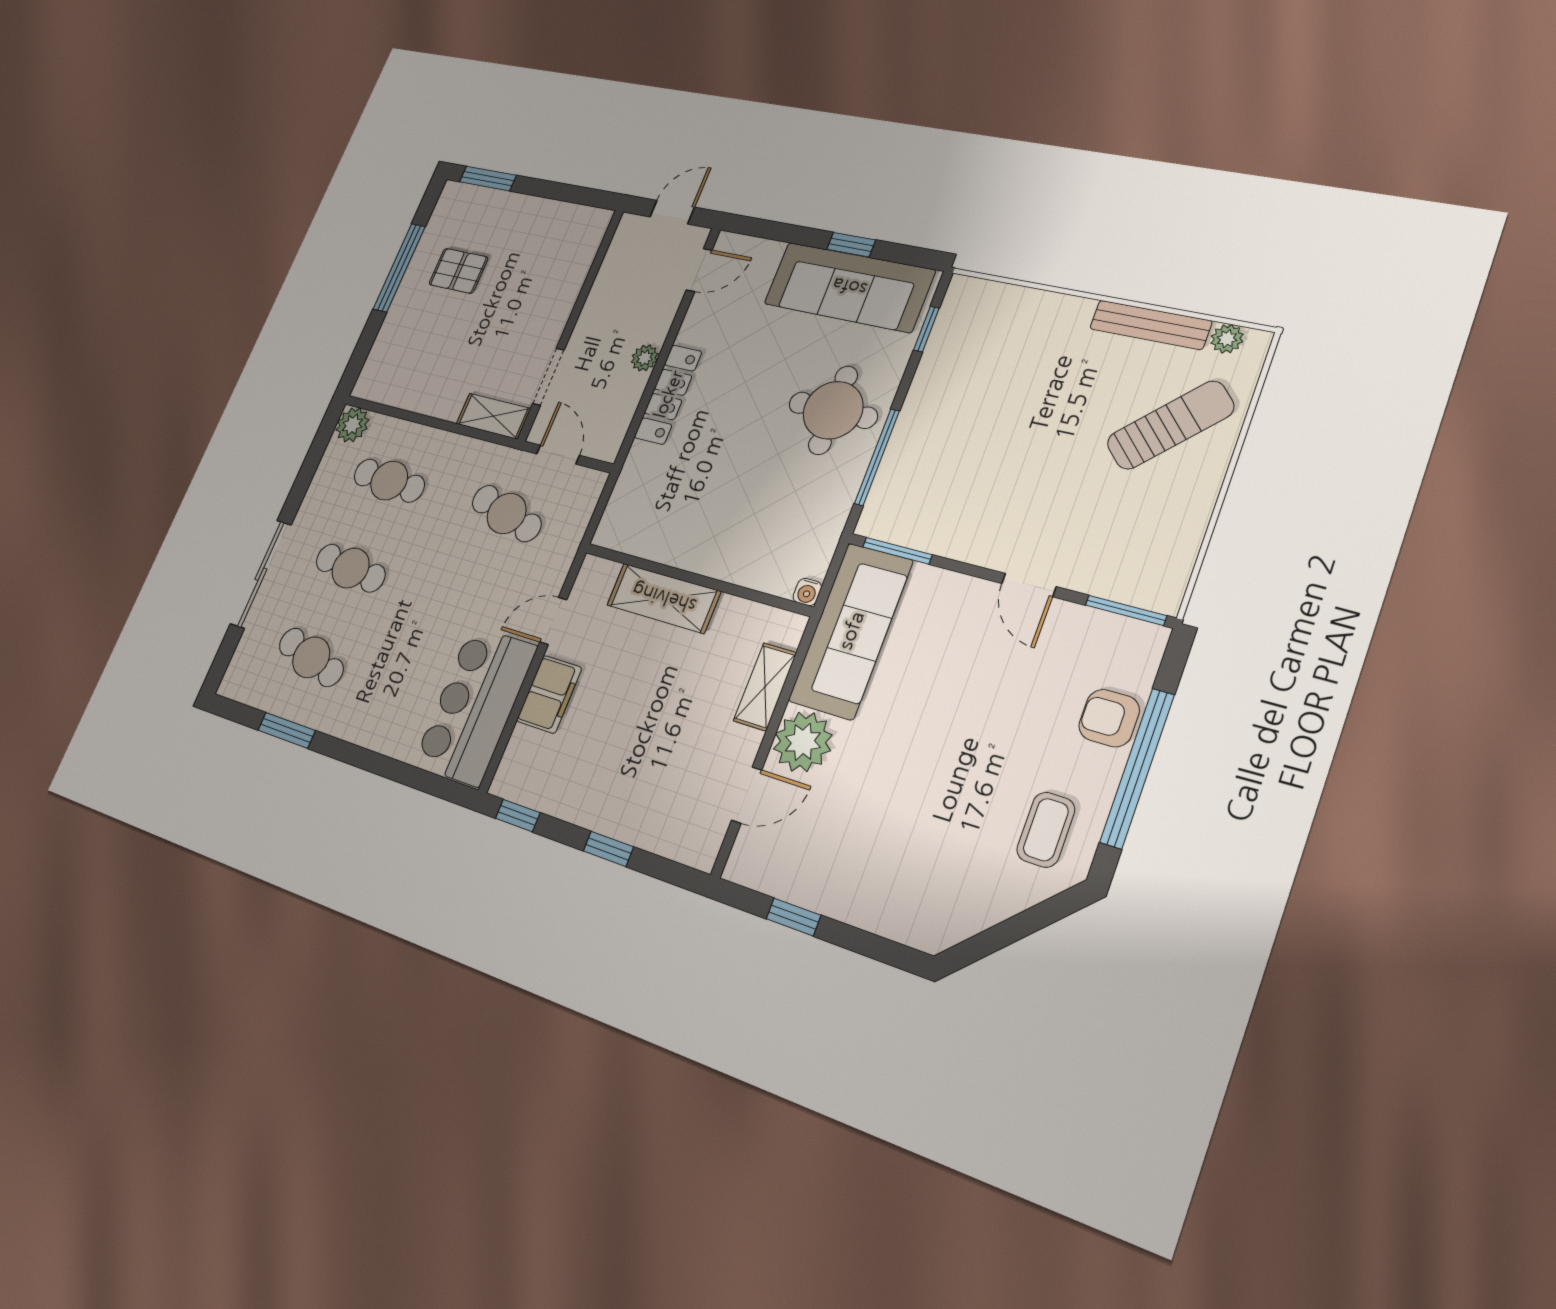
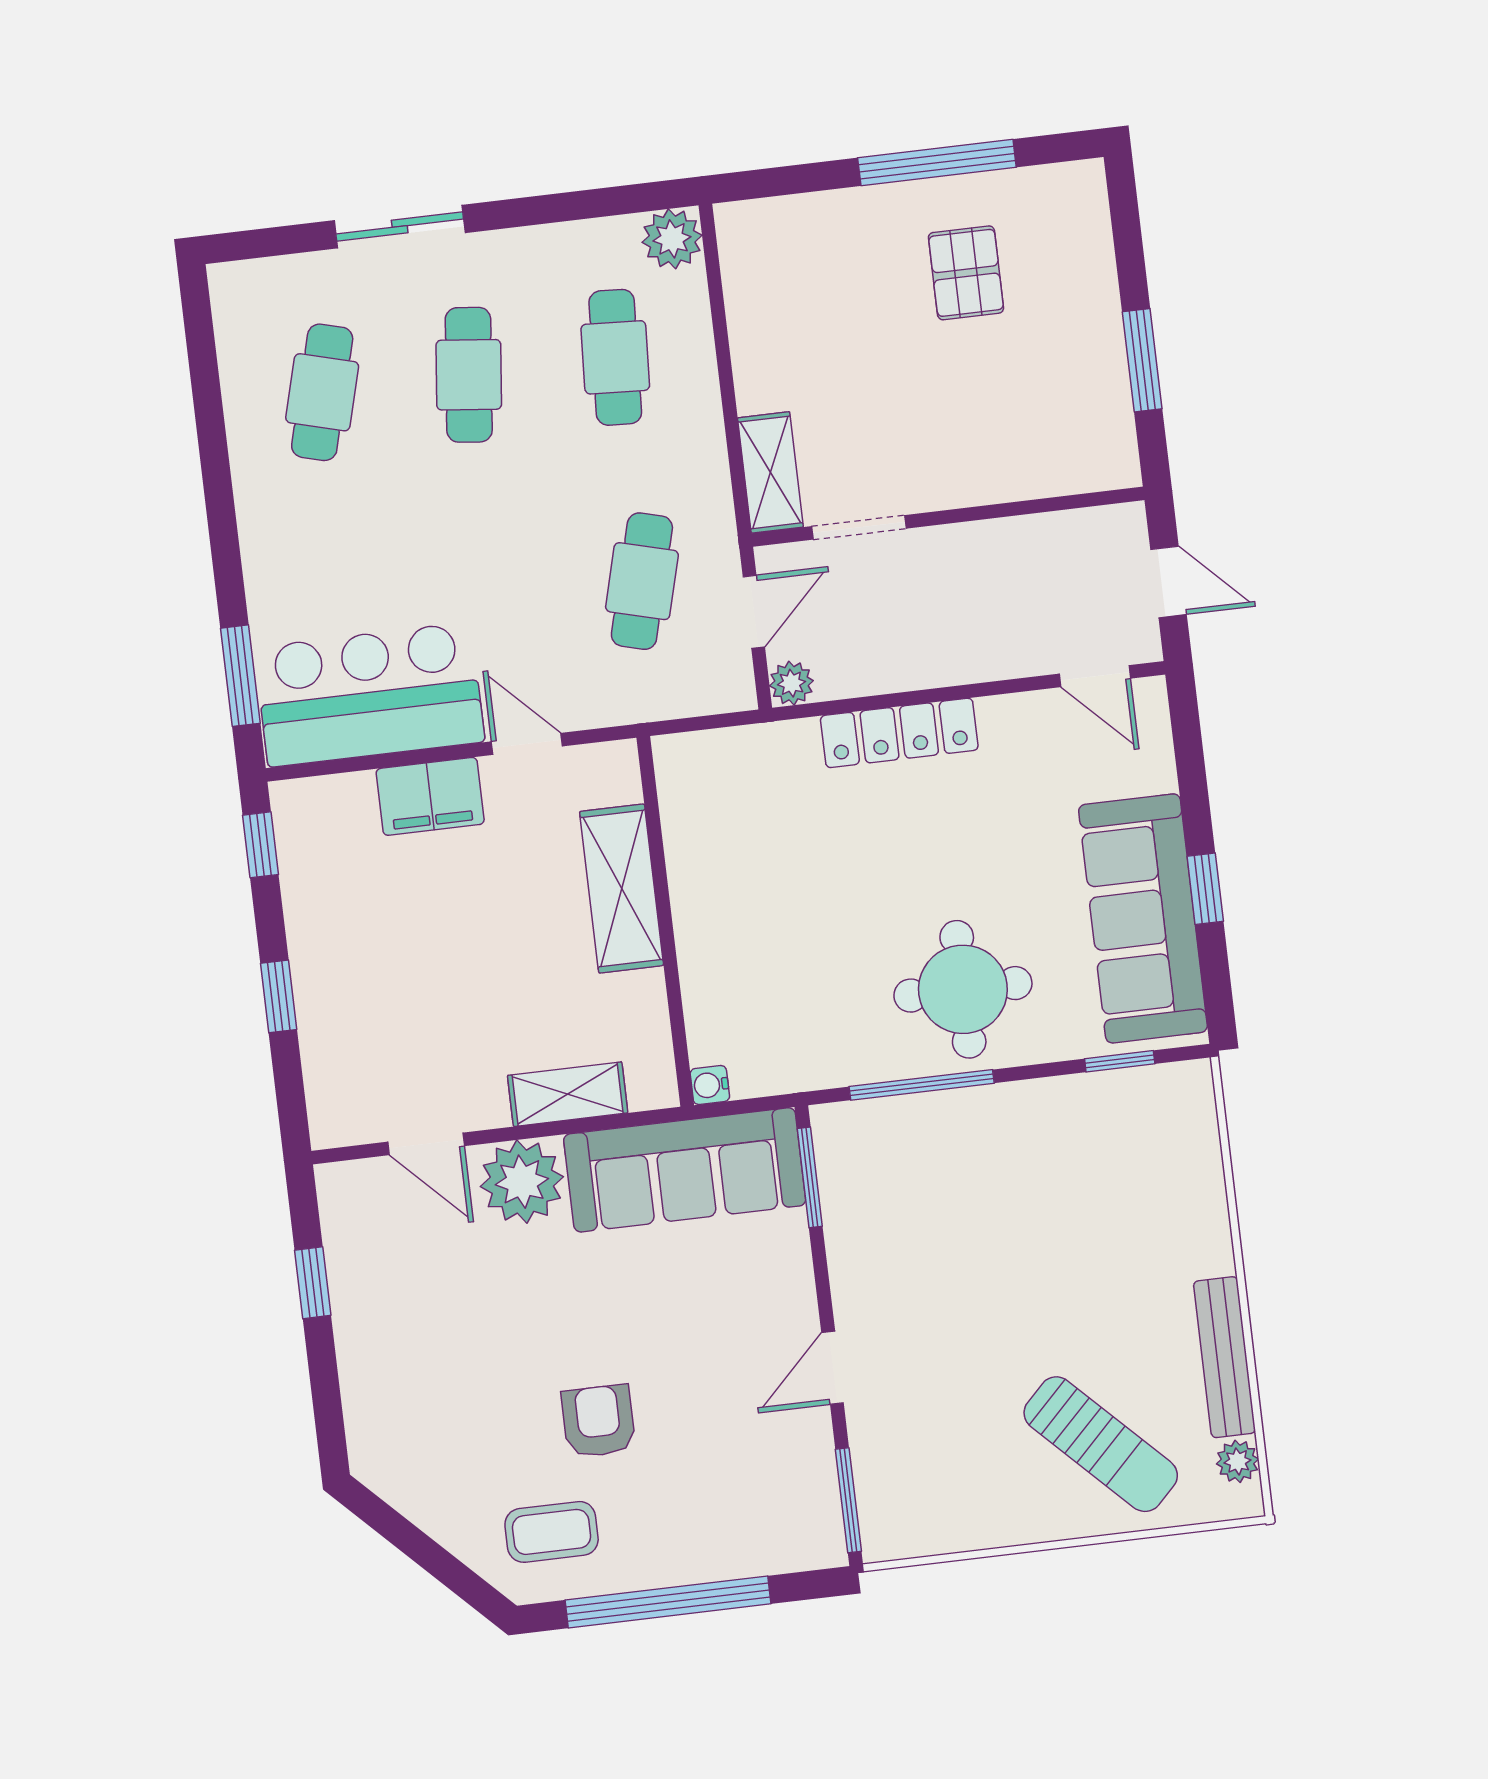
window: (488, 179) -> (1142, 360), moved
plant: (645, 358) -> (791, 683), moved
sliding door: (261, 574) -> (400, 227), width x0.73
armchair: (1109, 718) -> (598, 1421), moved
window: (287, 730) -> (240, 676), moved

